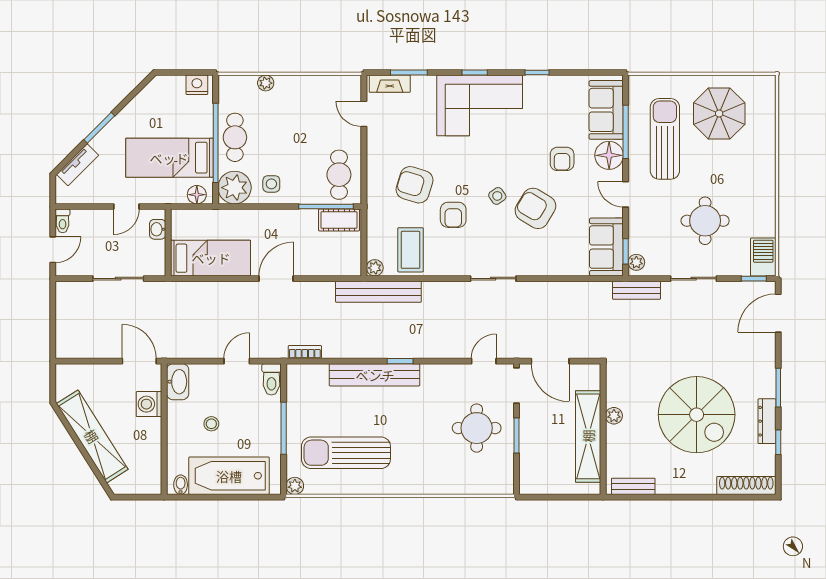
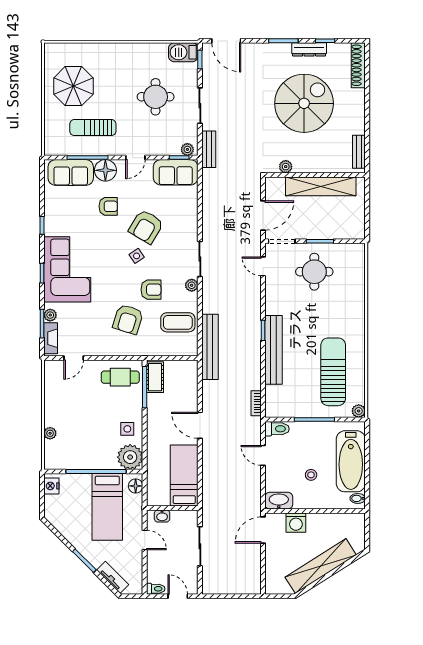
plant: (420, 83) -> (50, 315), added
cafe table: (235, 137) -> (92, 457), removed
sun lounger: (665, 139) -> (93, 128), width x0.73, depth x0.75
plant: (375, 268) -> (192, 285), moved
plant: (614, 416) -> (286, 167), moved
sun lounger: (346, 453) -> (333, 372), turned 180

